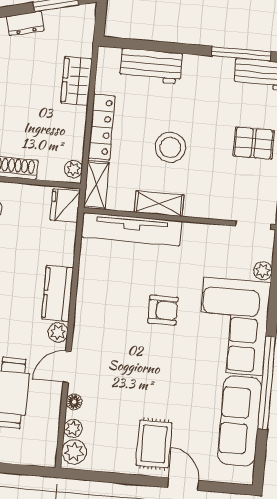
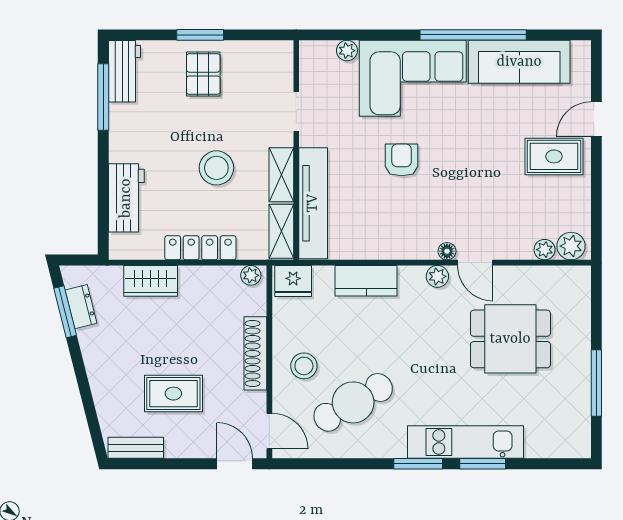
dresser: (25, 23) -> (81, 307), moved
shelving: (96, 185) -> (281, 231), moved, turned 90
doorway: (254, 225) -> (296, 112), moved
kitchen counter: (58, 294) -> (366, 281), moved
floor lamp: (74, 402) -> (447, 251), moved

